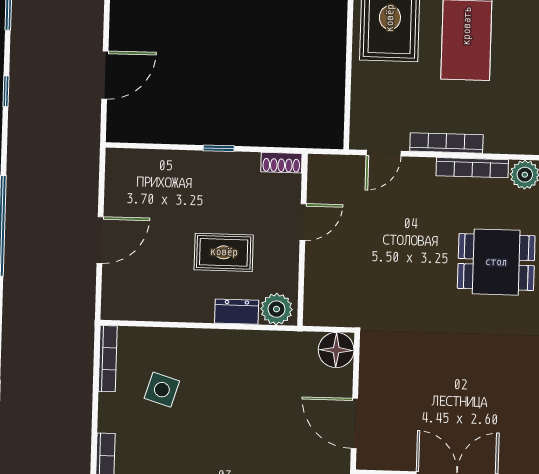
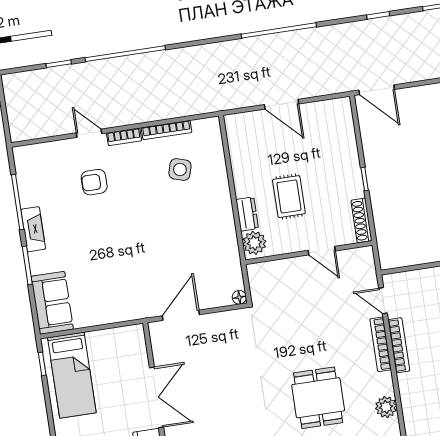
door: (105, 75) -> (377, 90), moved
shoe rack: (281, 163) -> (361, 220), width x1.43
bookcase: (472, 168) -> (381, 344), moved
floor lamp: (336, 350) -> (239, 297), width x0.53, depth x0.53
bookcase: (108, 359) -> (167, 130), moved

